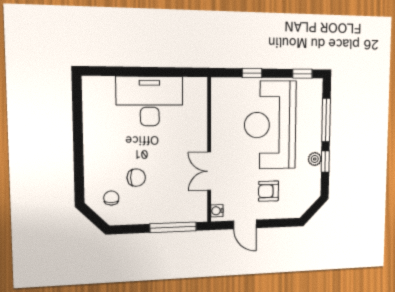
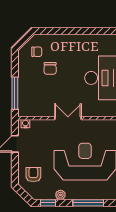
window: (325, 161) -> (48, 203), moved
double door: (209, 171) -> (68, 118), moved
armchair: (269, 191) -> (33, 175), moved

